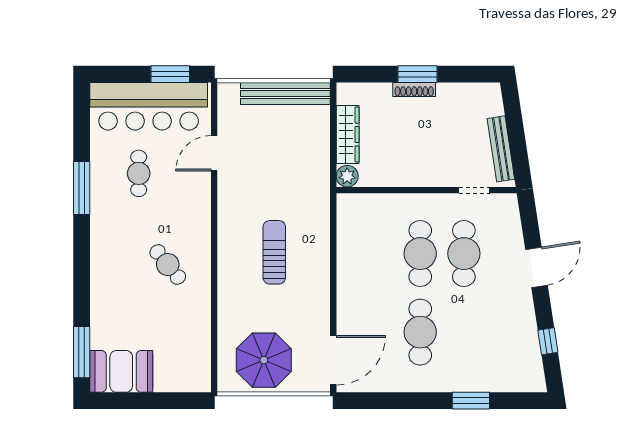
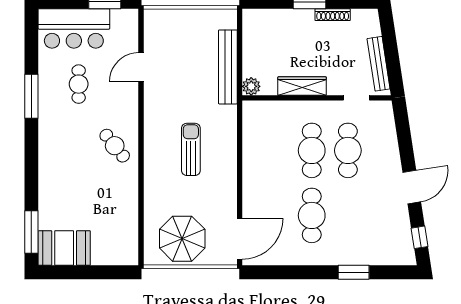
shoe rack: (414, 90) -> (333, 15), moved
bench: (285, 93) -> (228, 67), moved, turned 90
bar counter: (149, 106) -> (74, 28), width x0.73
wardrobe: (348, 135) -> (302, 86), moved, turned -90
cafe table: (168, 265) -> (115, 146), moved
door: (536, 267) -> (412, 187), moved
window: (548, 341) -> (420, 237), moved

